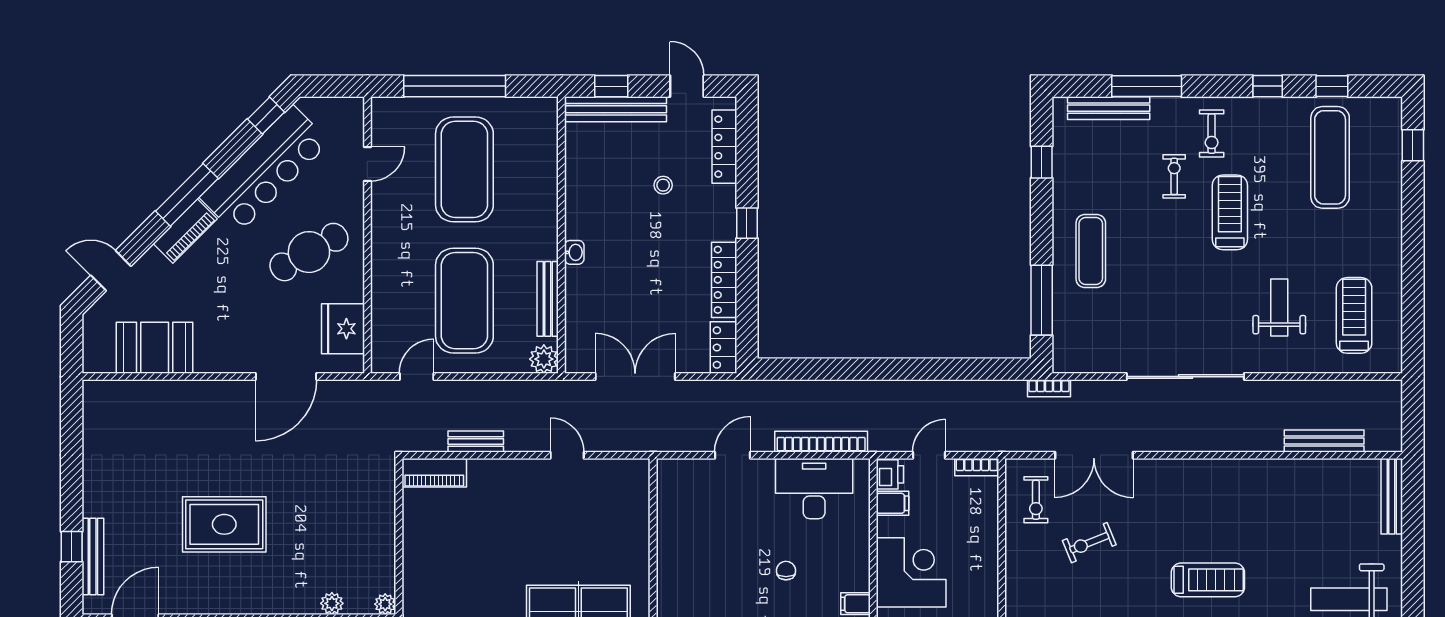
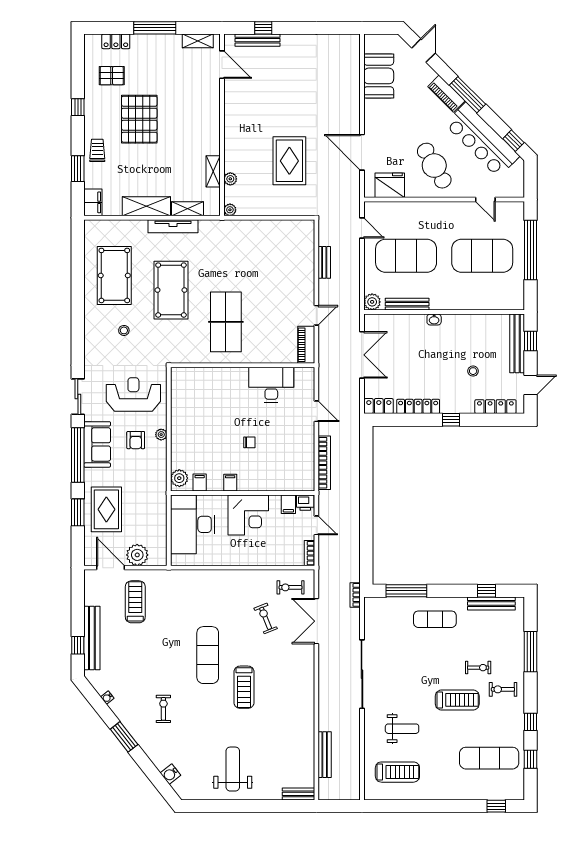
bench: (1109, 108) -> (491, 603), moved, turned 90
piano: (434, 473) -> (306, 345), moved
desk: (814, 489) -> (271, 385), moved, turned -90
bench: (1392, 496) -> (298, 794), width x0.73
rug: (224, 524) -> (289, 161), moved

